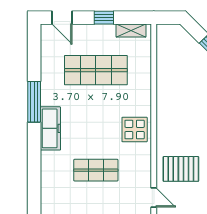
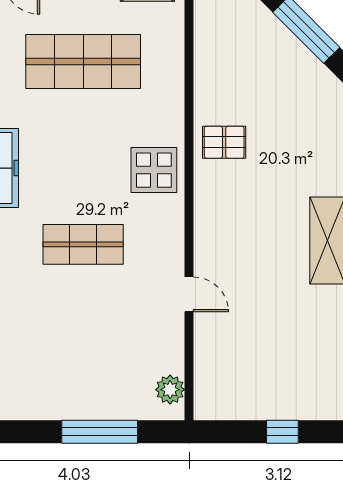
pallet: (181, 169) -> (224, 142), moved, width x0.67, depth x0.71

